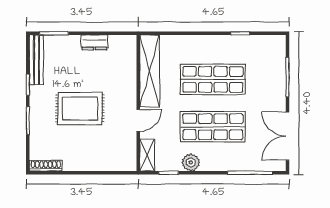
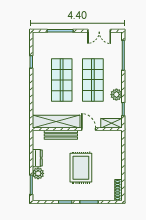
plant: (71, 44) -> (38, 173), added
bench: (36, 60) -> (61, 135), moved
double door: (287, 136) -> (99, 31), width x0.73

